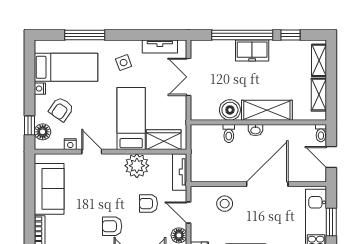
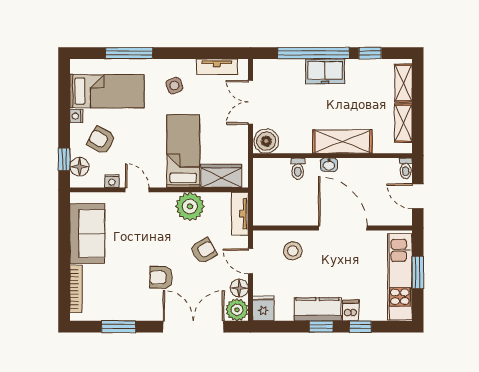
armchair: (61, 109) -> (101, 140), turned 84
boiler: (230, 110) -> (266, 141), moved
door: (267, 184) -> (343, 228), hinge flipped
armchair: (149, 204) -> (204, 251), turned 151

